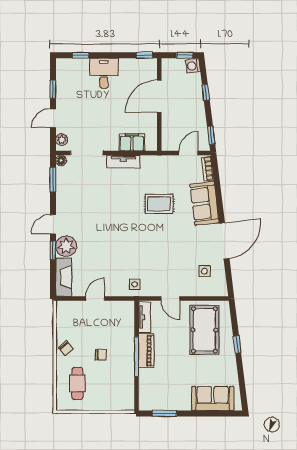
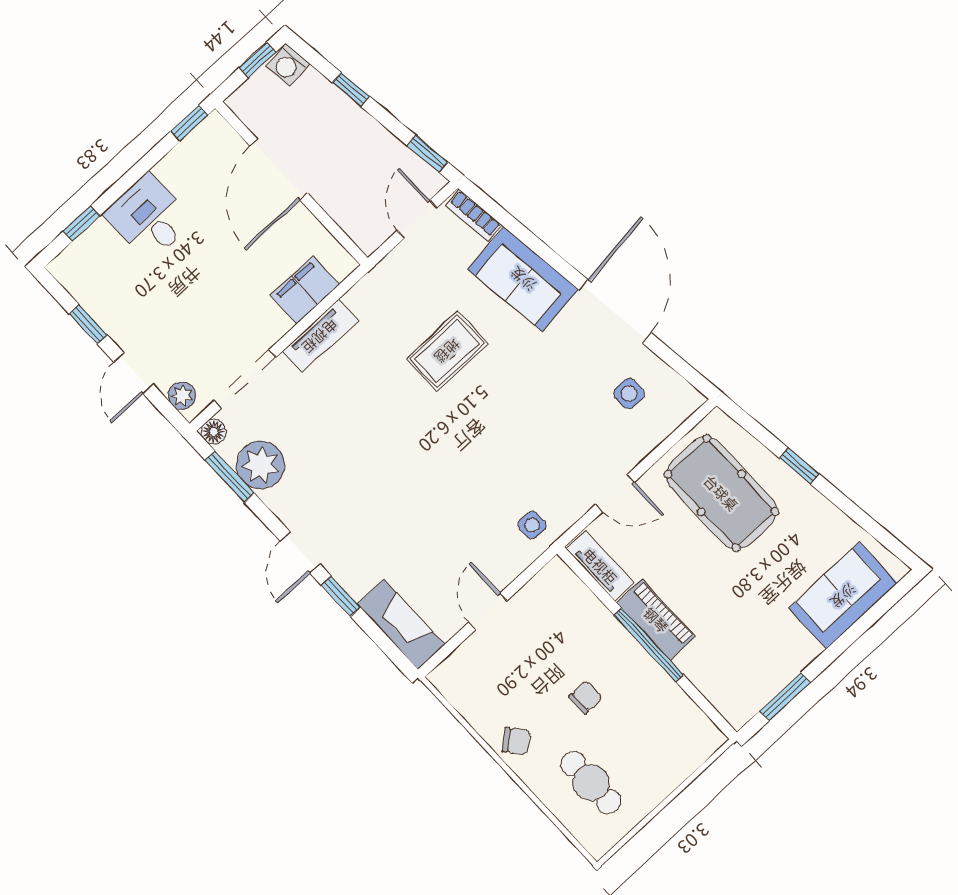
plant: (66, 246) -> (260, 465), moved

